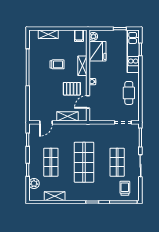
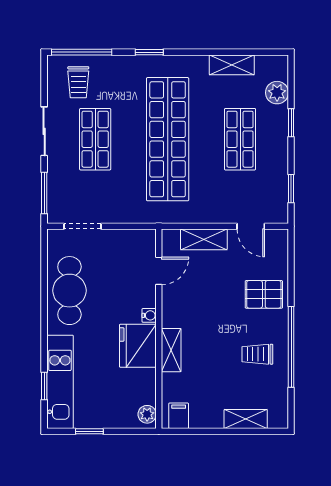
fridge: (98, 51) -> (138, 346), moved
trolley: (57, 64) -> (257, 354), moved
pallet: (72, 89) -> (264, 294), moved
cafe table: (129, 93) -> (69, 291), width x1.37, depth x1.35
door: (46, 122) -> (251, 226), swing flipped
shop shelf: (84, 162) -> (168, 139), width x1.40

